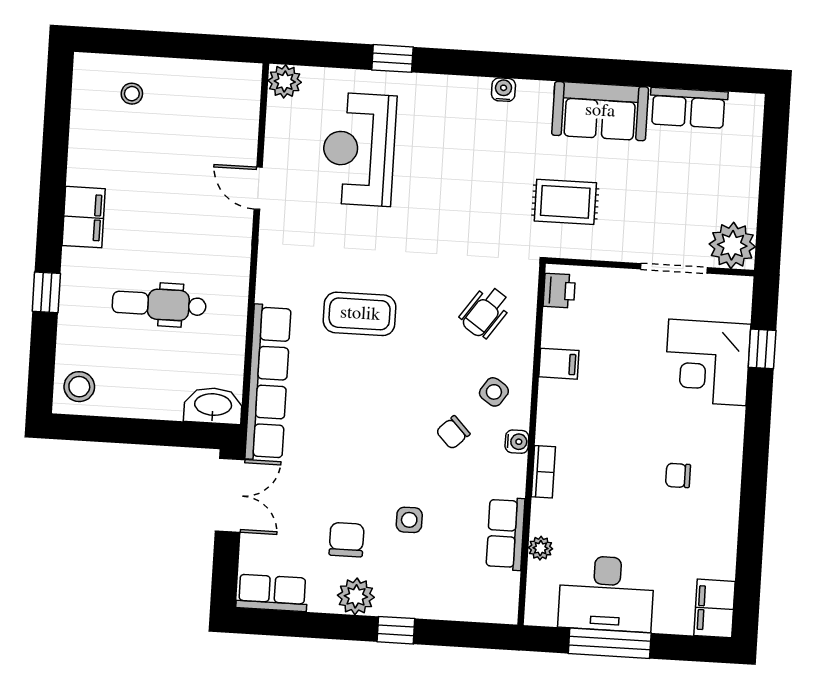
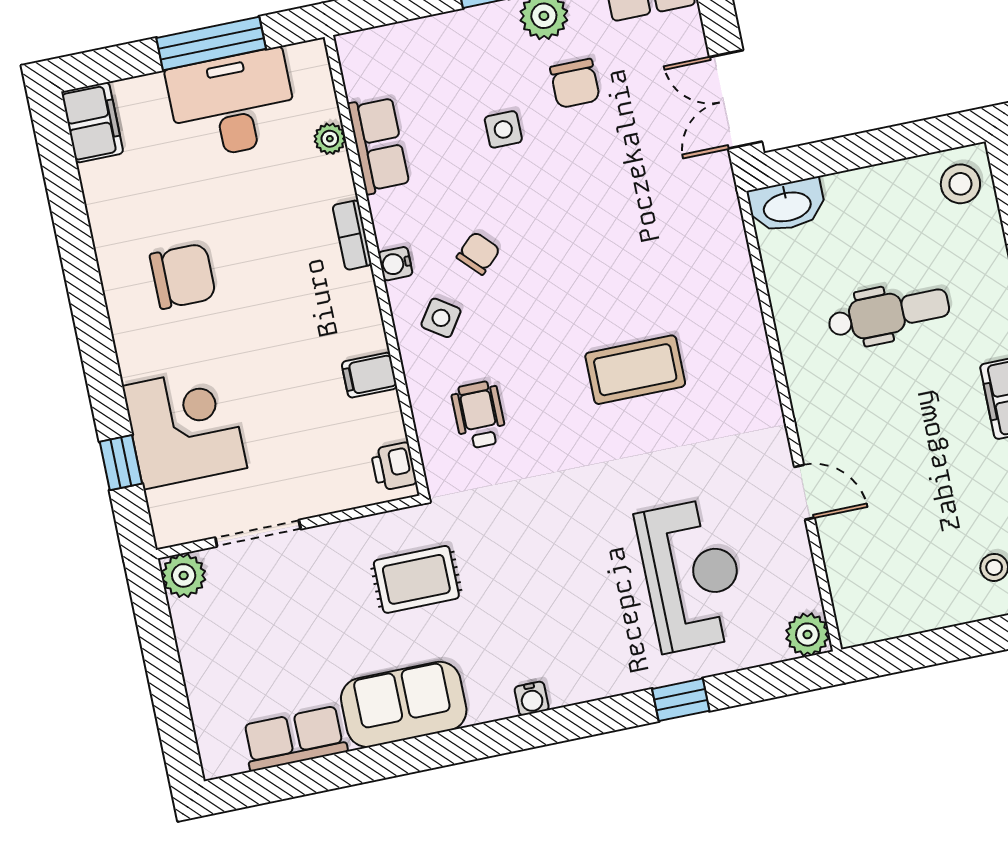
plant: (732, 245) -> (184, 575), width x0.73, depth x0.73
wheelchair: (485, 312) -> (479, 415), turned -35
row of seats: (268, 382) -> (726, 253), removed
chair: (678, 475) -> (183, 276), width x1.87, depth x1.87

